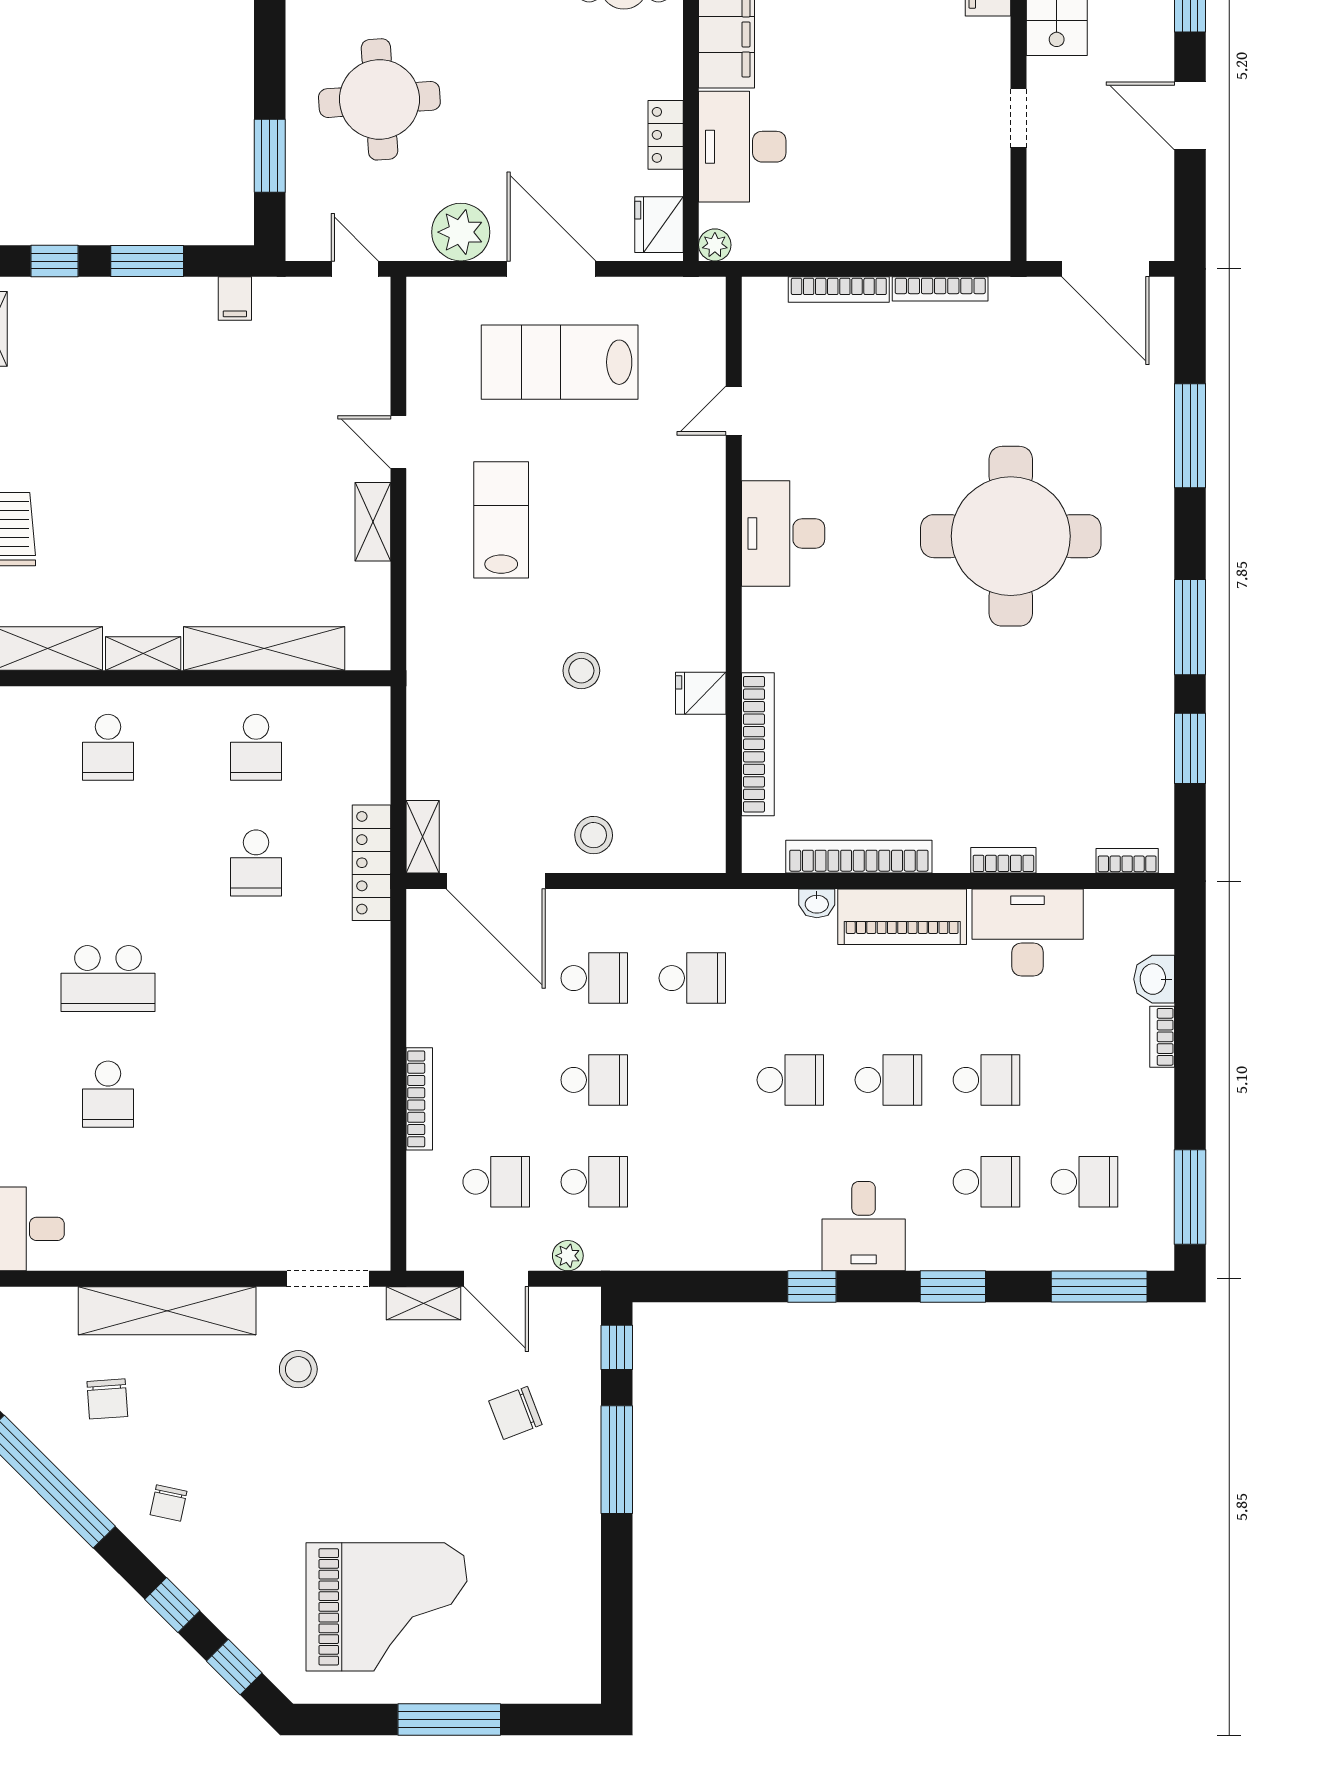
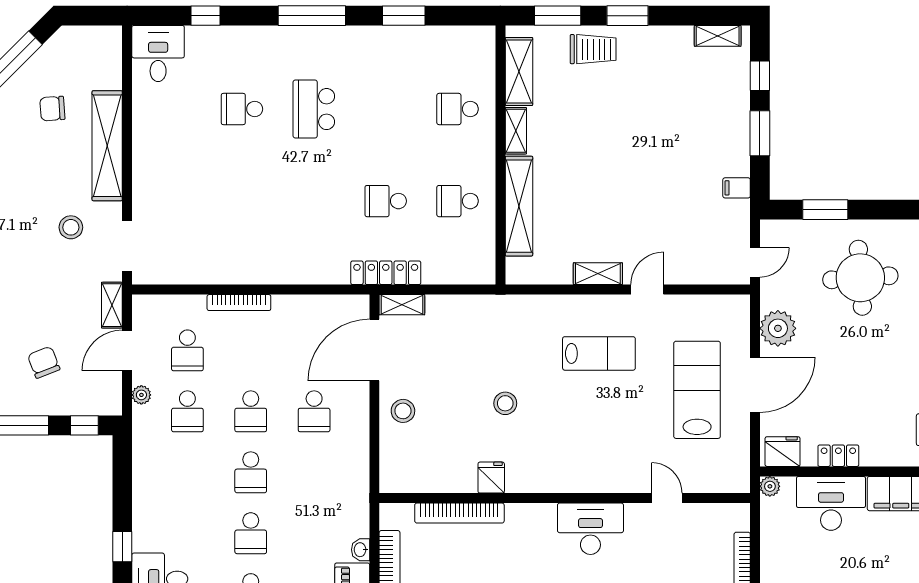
school desk: (692, 978) -> (251, 472), moved

